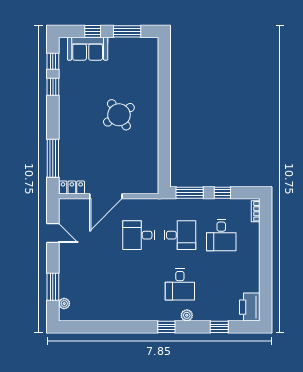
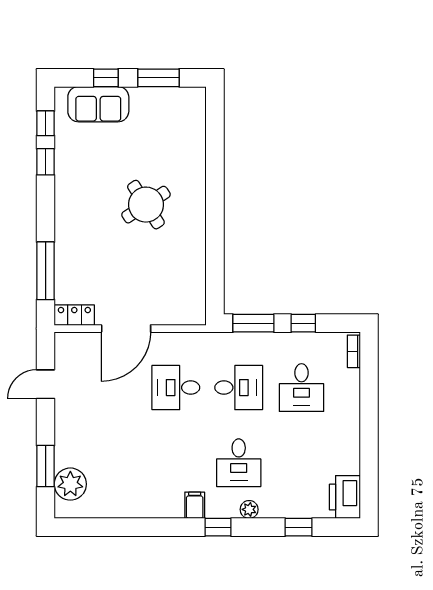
door: (53, 233) -> (46, 384), swing flipped
plant: (64, 304) -> (70, 484), width x1.88, depth x1.88
filing cabinet: (151, 313) -> (195, 505), added

